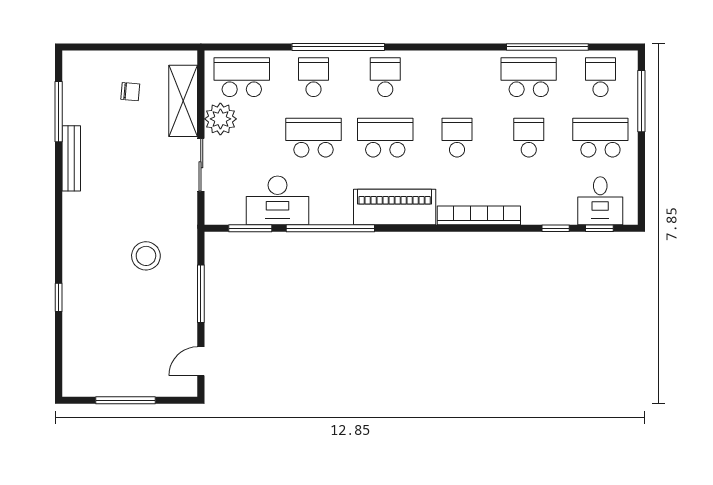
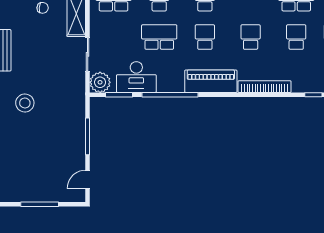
plant: (220, 119) -> (100, 82), moved
school desk: (385, 138) -> (205, 37), width x0.54
stool: (146, 256) -> (25, 103), moved

